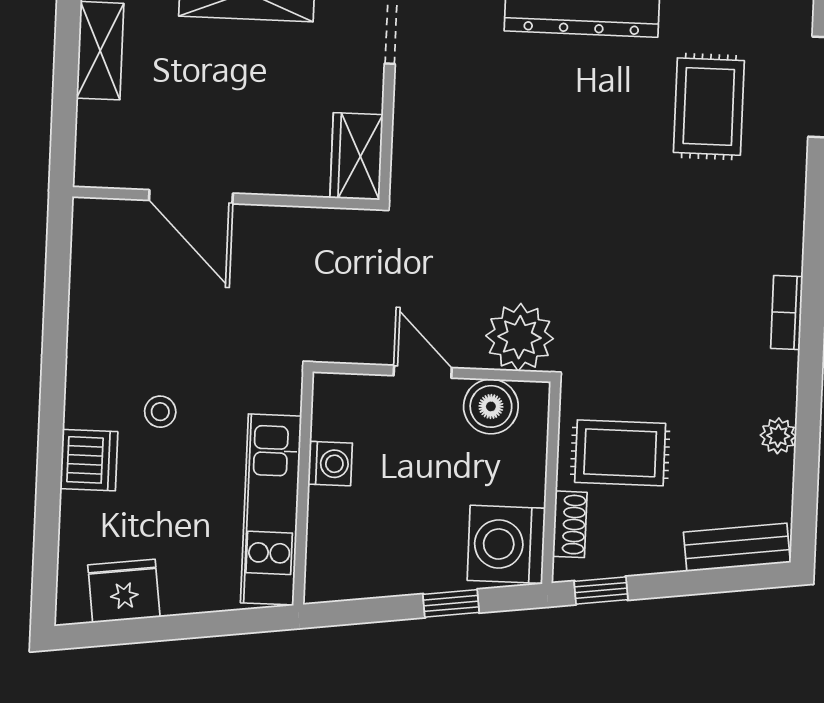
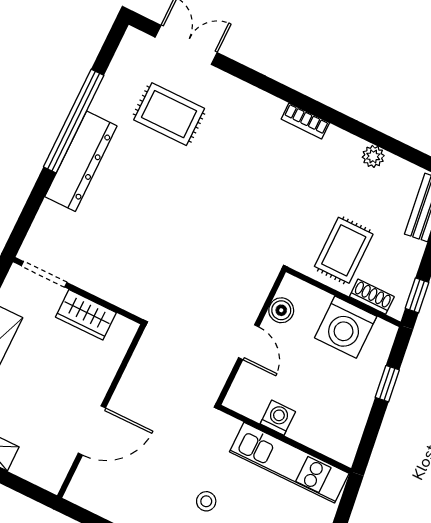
wardrobe: (356, 156) -> (86, 315), moved
plant: (520, 337) -> (253, 279), removed
door: (423, 372) -> (249, 342), swing flipped
boiler: (491, 406) -> (281, 310), width x0.73, depth x0.73
washing machine: (506, 544) -> (346, 327), moved

